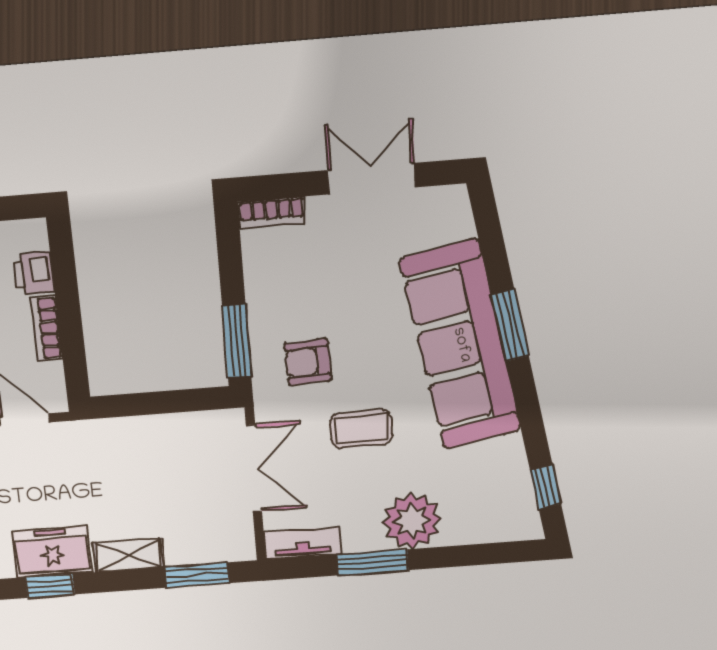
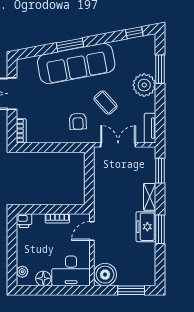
printer: (34, 273) -> (24, 221), moved
window: (237, 341) -> (68, 147), removed
coffee table: (361, 429) -> (106, 103), turned -41
window: (372, 562) -> (160, 69), moved
window: (50, 586) -> (160, 229), width x1.50

